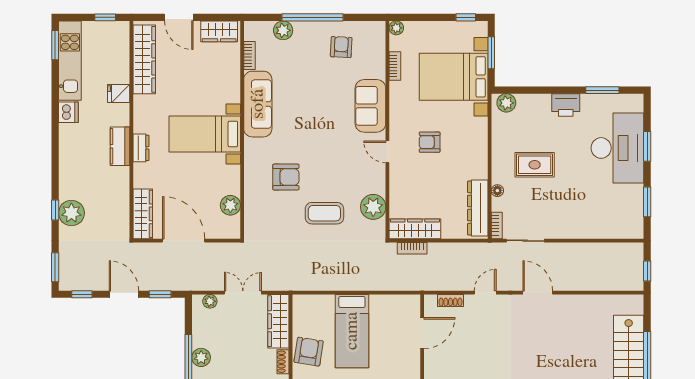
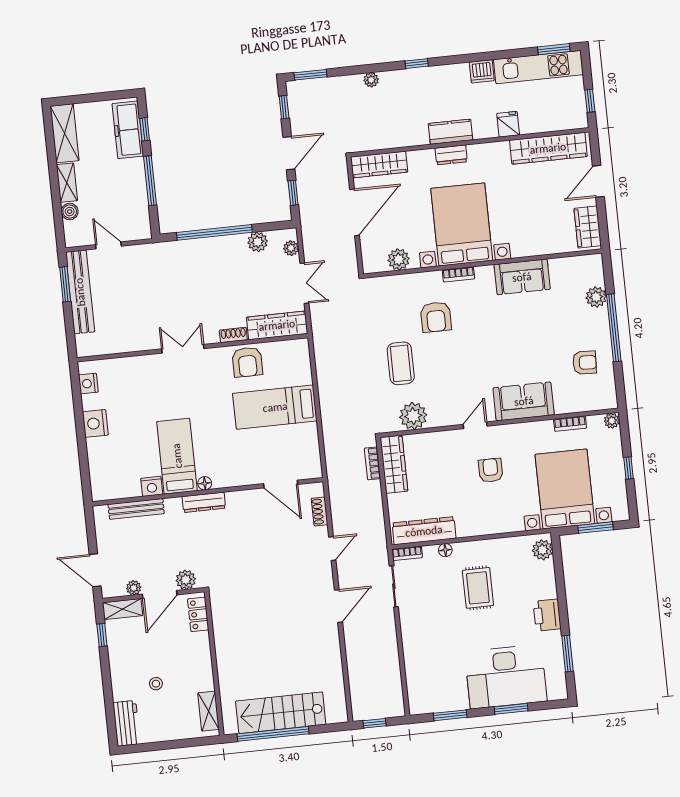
window: (466, 17) -> (628, 468), moved
bookcase: (249, 55) -> (458, 274), moved
sofa: (258, 104) -> (522, 277), width x0.73
bed with nightstands: (205, 134) -> (462, 224), width x1.36
window: (55, 210) -> (417, 64), moved
plant: (71, 213) -> (371, 80), width x0.53, depth x0.53
door: (485, 293) -> (332, 548), hinge flipped
armchair: (309, 352) -> (247, 362), turned 81
plant: (201, 357) -> (258, 242), moved

